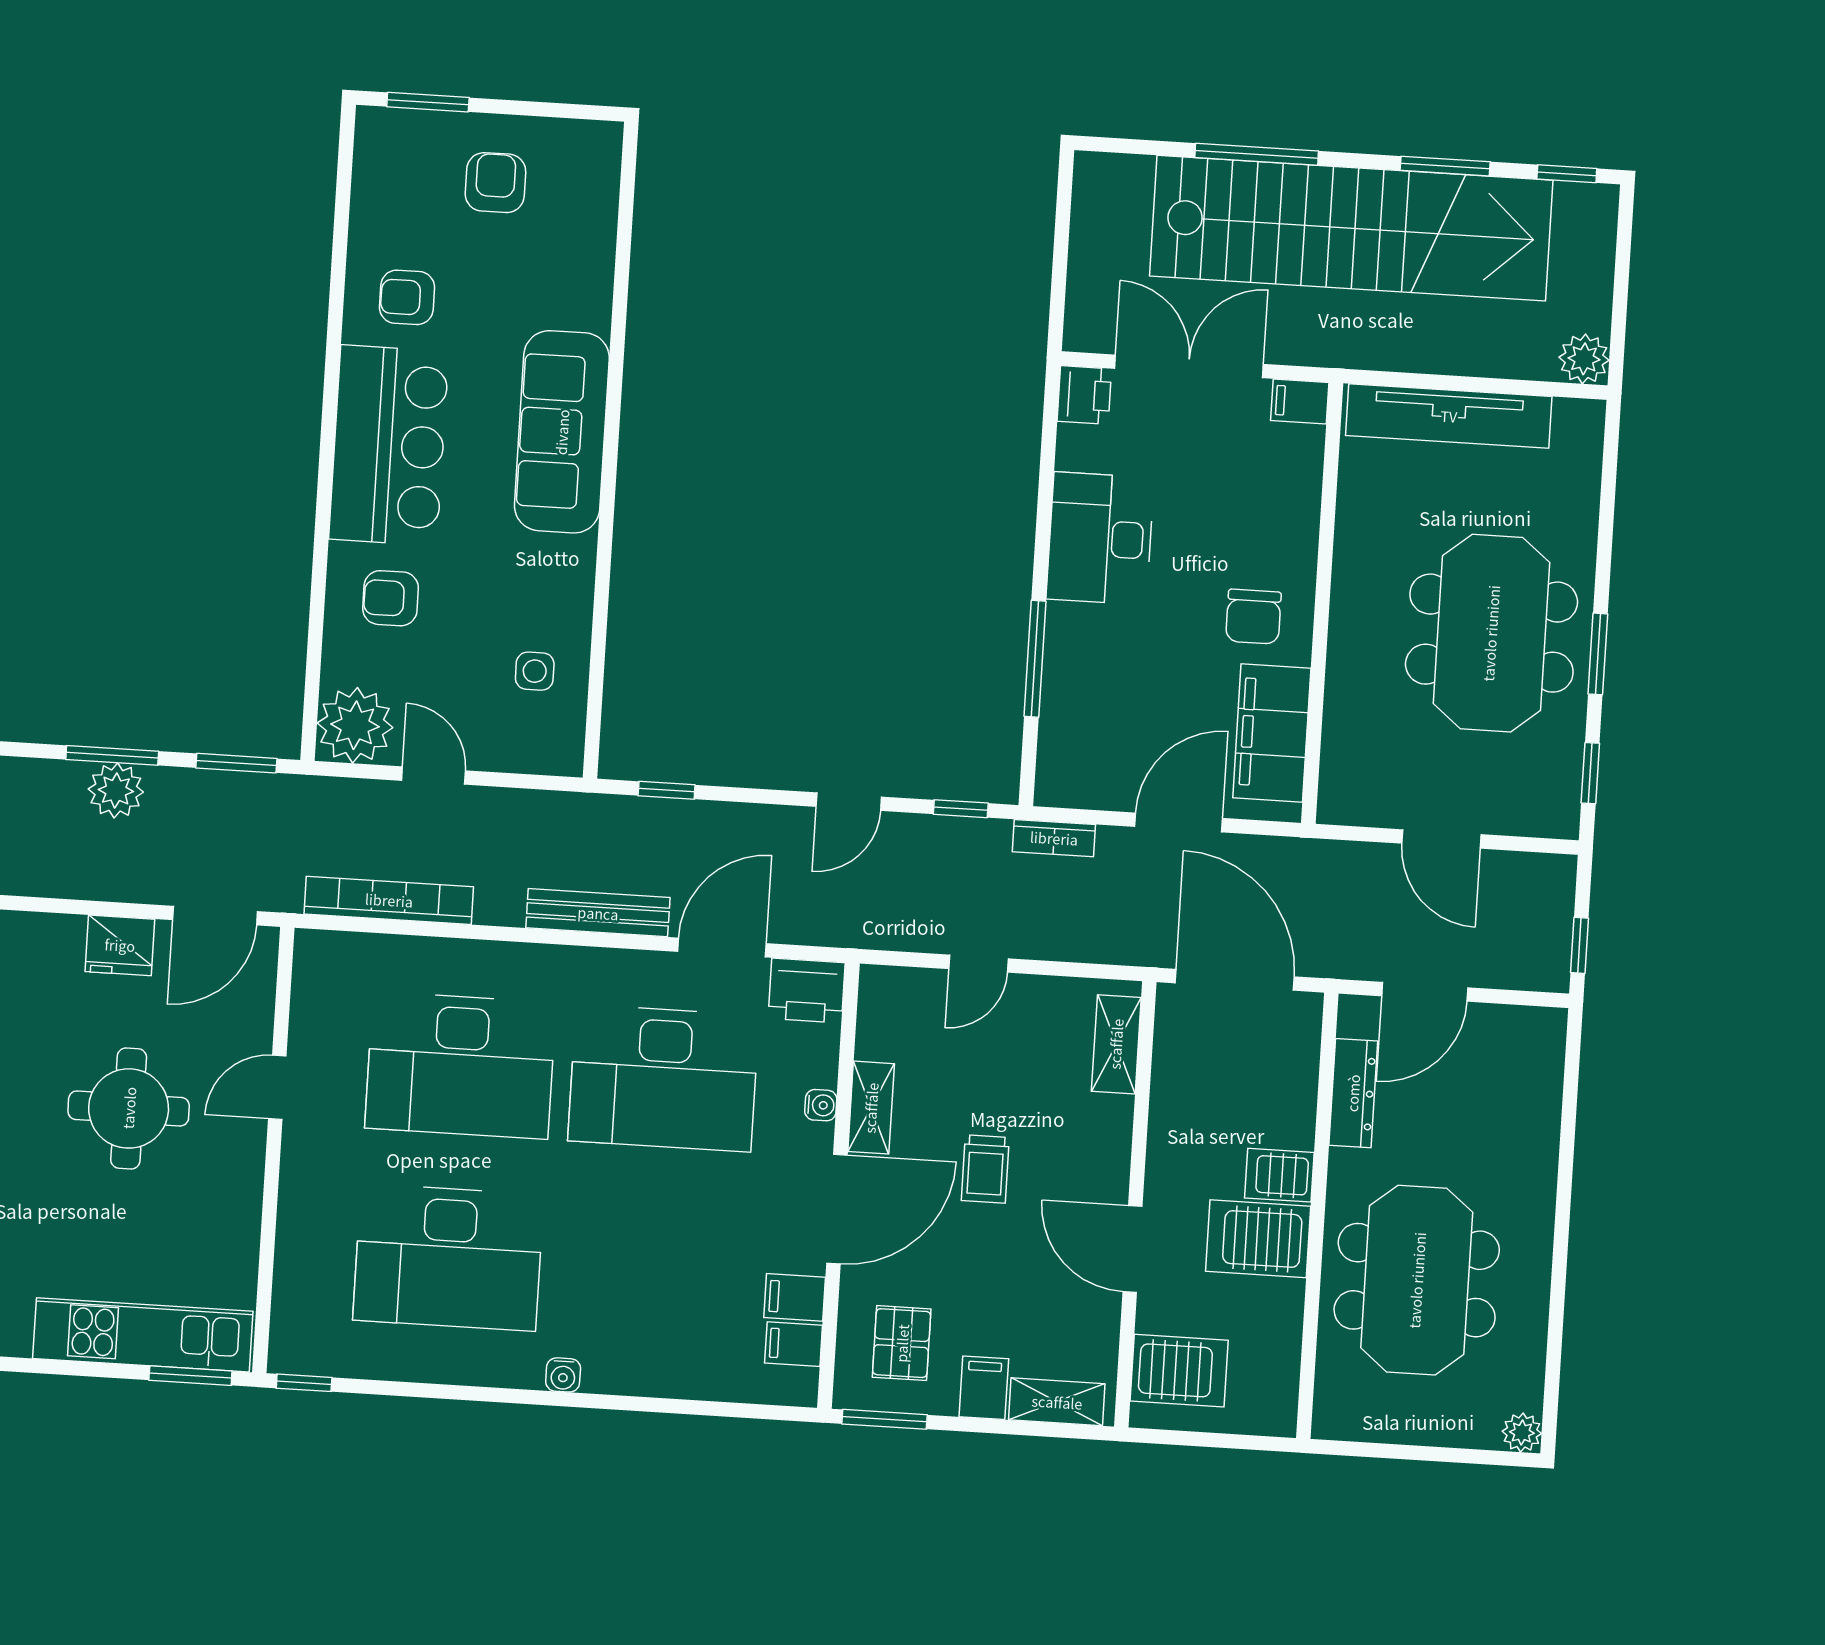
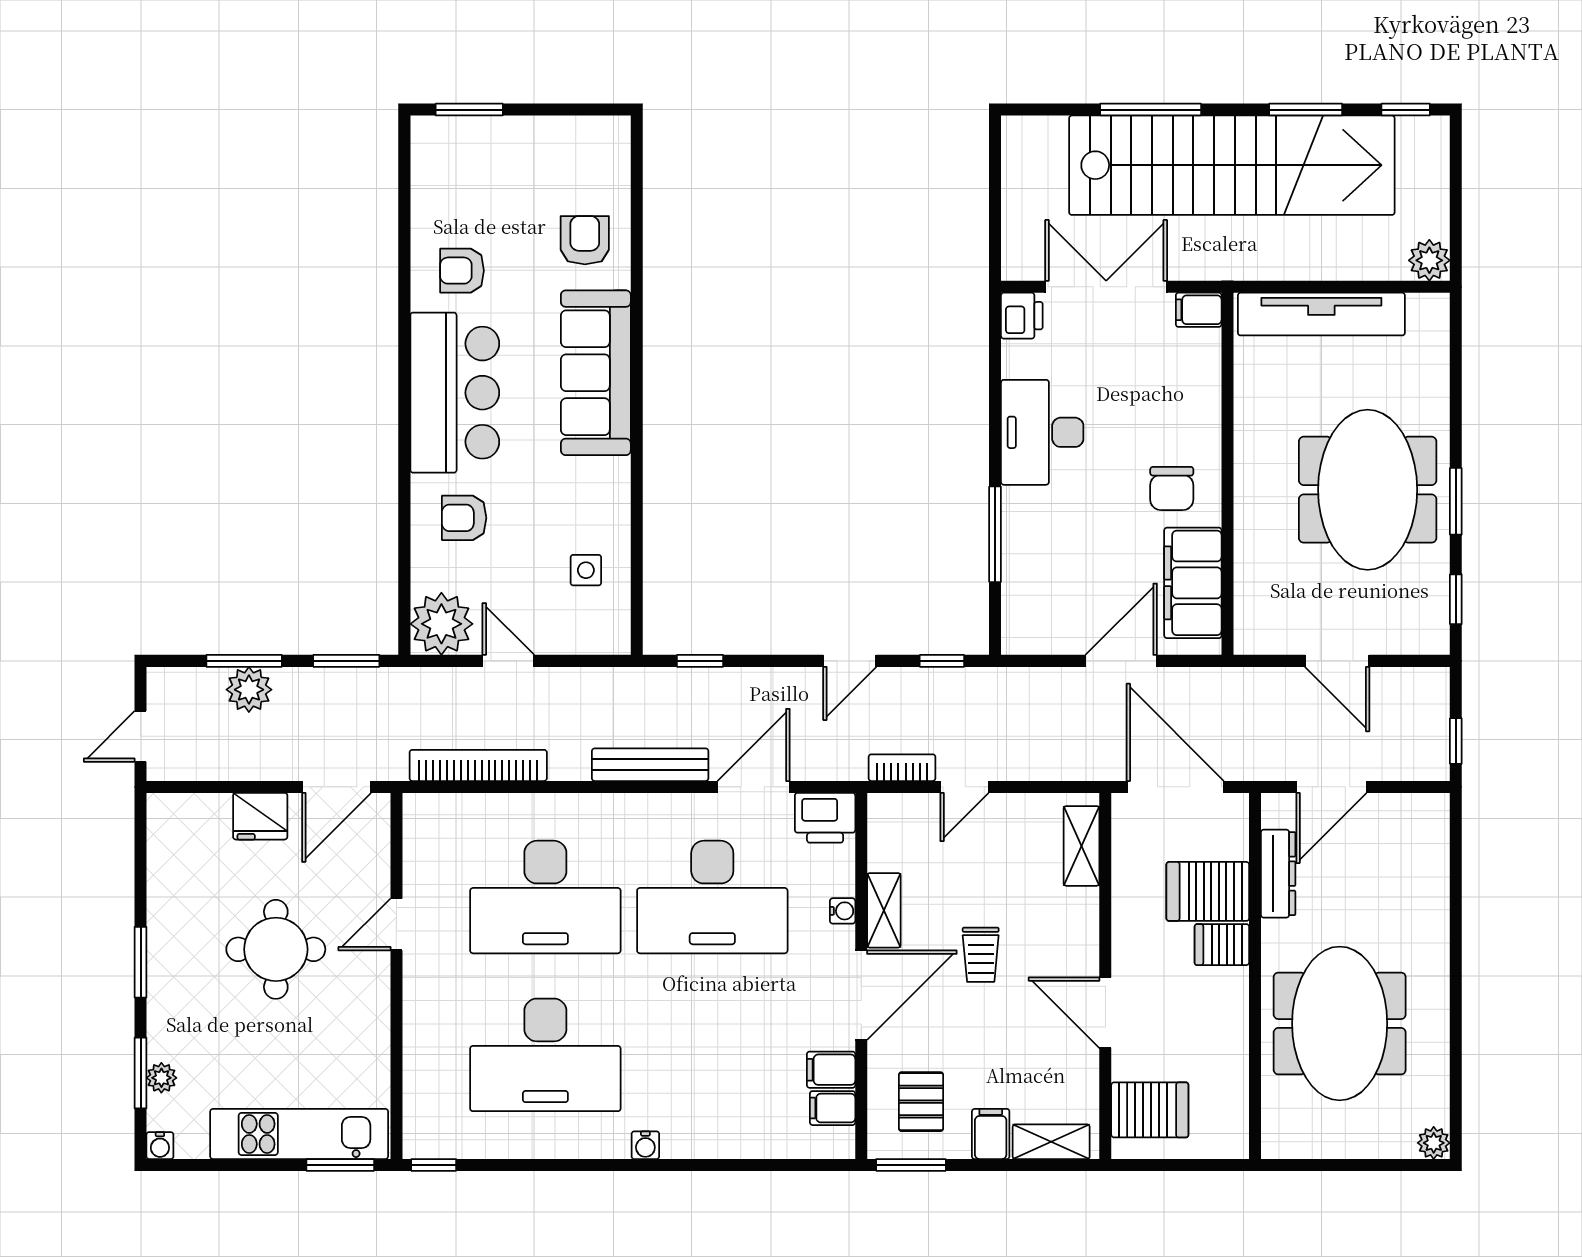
armchair: (495, 183) -> (585, 240), moved
bookcase: (1054, 838) -> (902, 768), moved, turned 180
server rack: (1258, 1239) -> (1208, 891), moved

